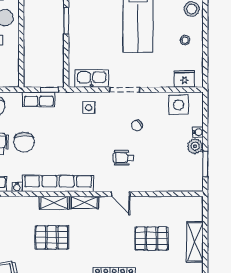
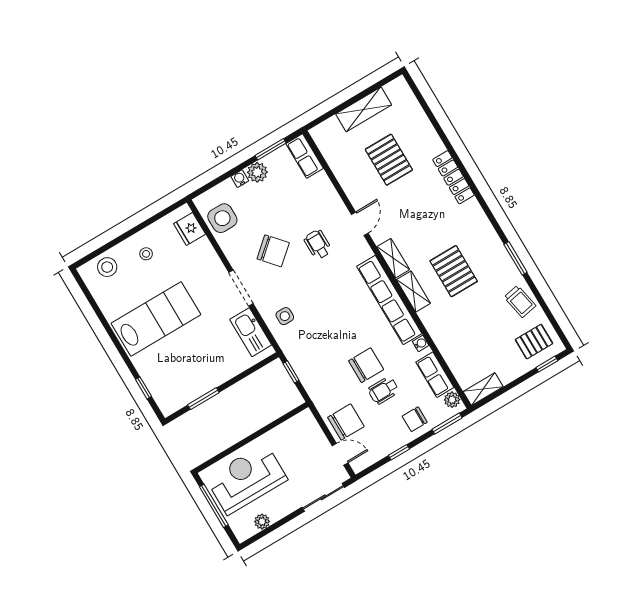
row of seats: (39, 99) -> (305, 156), moved, turned 180
chair: (137, 126) -> (273, 251), width x1.87, depth x1.87
wheelchair: (123, 158) -> (318, 244), turned 180

